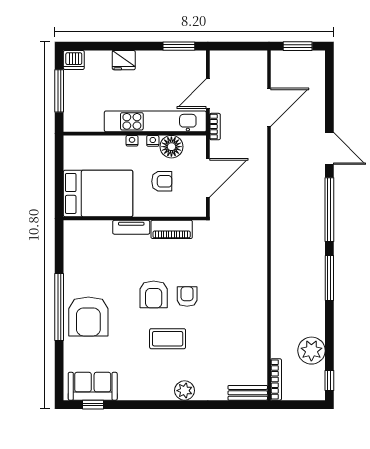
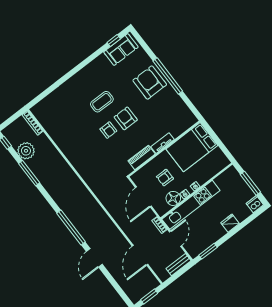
door: (329, 148) -> (94, 258), hinge flipped
window: (329, 278) -> (29, 173), moved
plant: (185, 391) -> (74, 82), removed
bench: (248, 393) -> (179, 265), moved

